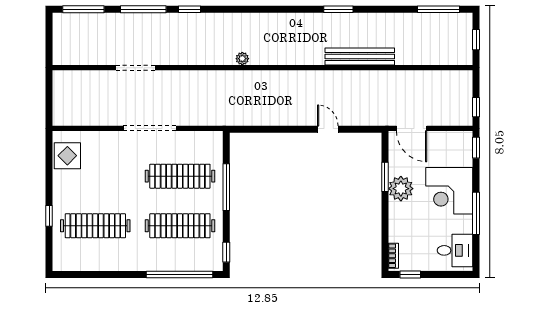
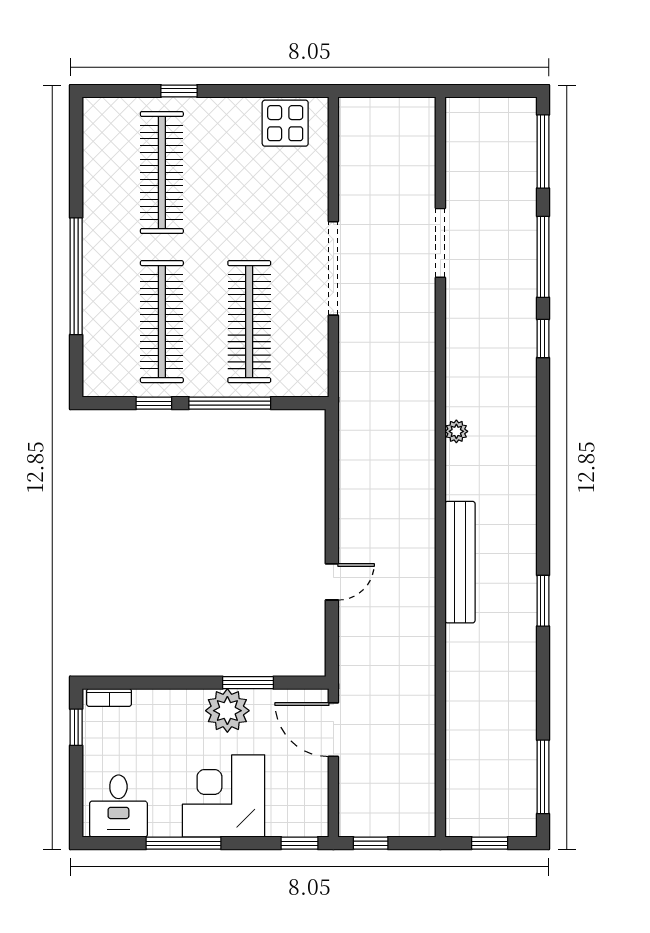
bench: (360, 56) -> (460, 562), moved
door: (412, 128) -> (333, 730), hinge flipped
window: (226, 252) -> (154, 403), moved
window: (179, 274) -> (76, 276), moved

